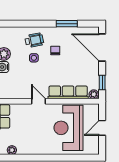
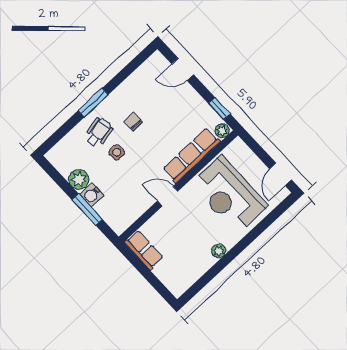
window: (67, 24) -> (93, 103), moved
door: (102, 48) -> (183, 69), width x0.53
door: (102, 128) -> (281, 174), moved
plant: (12, 150) -> (219, 251), moved

